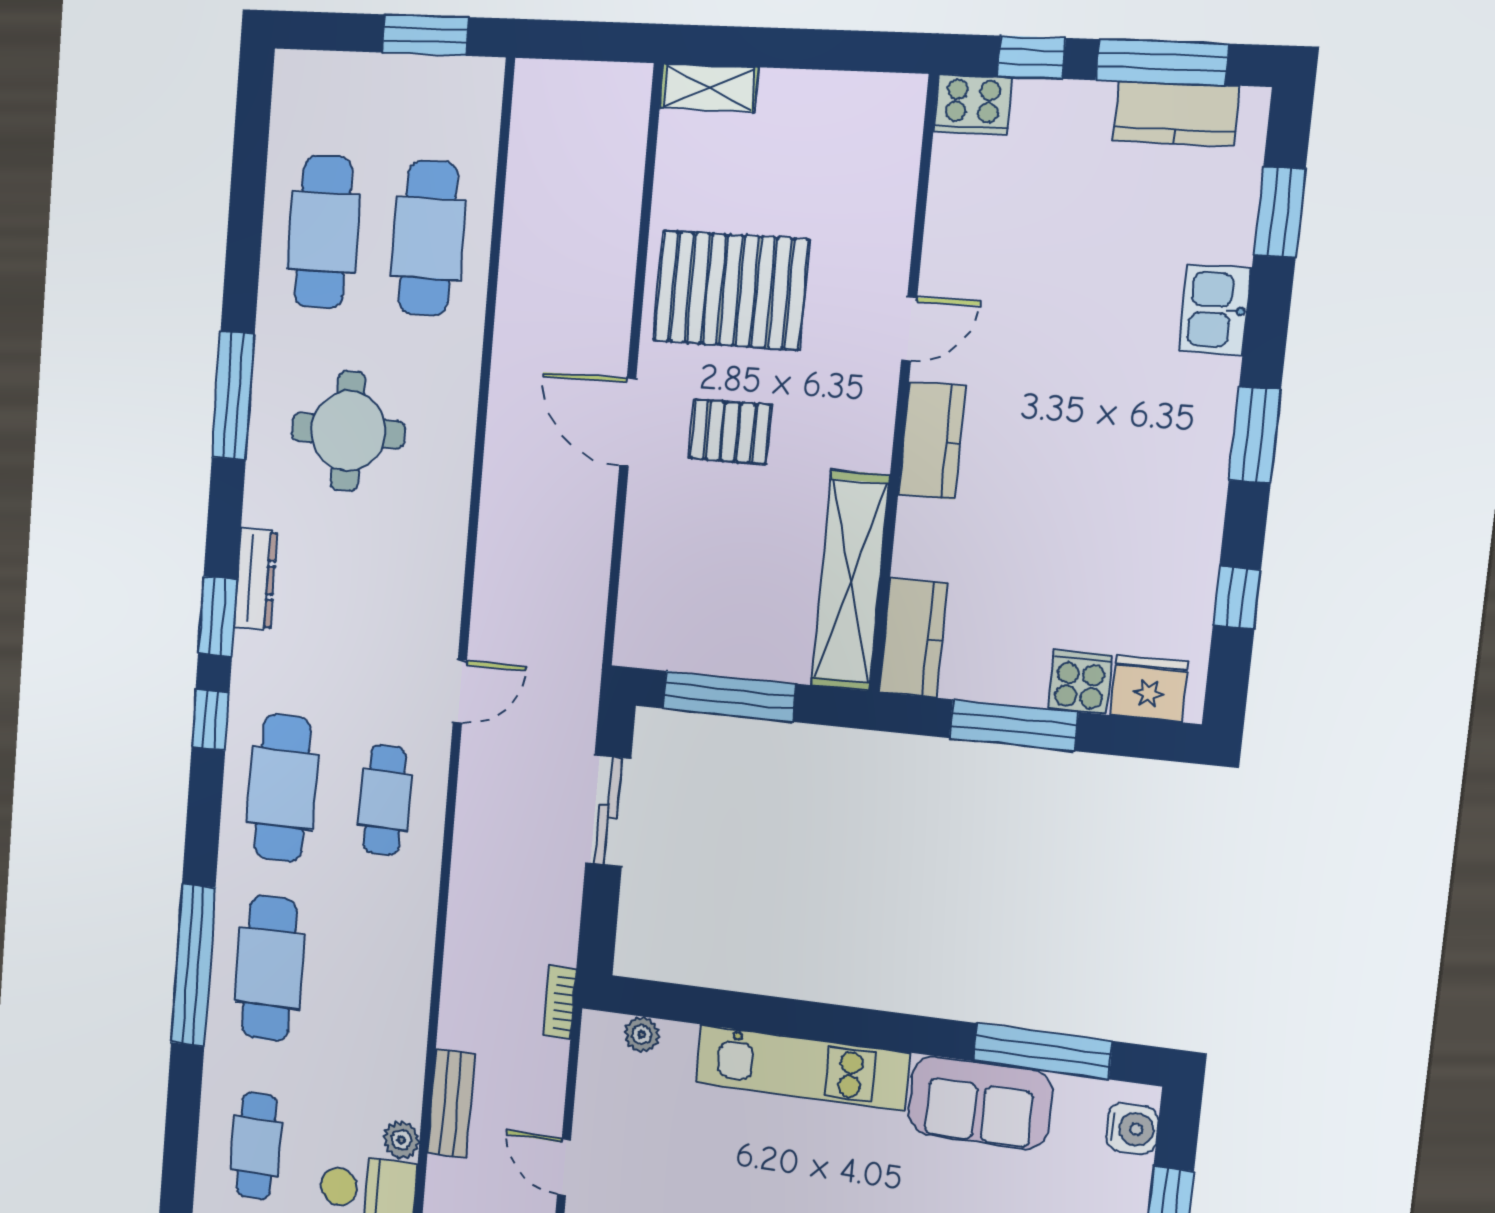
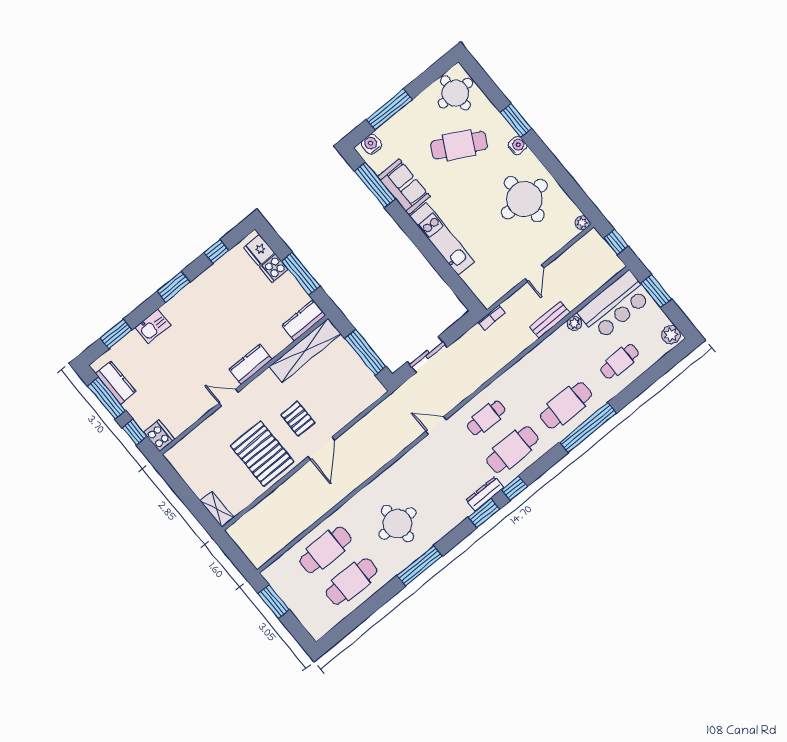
dresser: (256, 579) -> (485, 494), moved
plant: (642, 1035) -> (477, 288), removed

